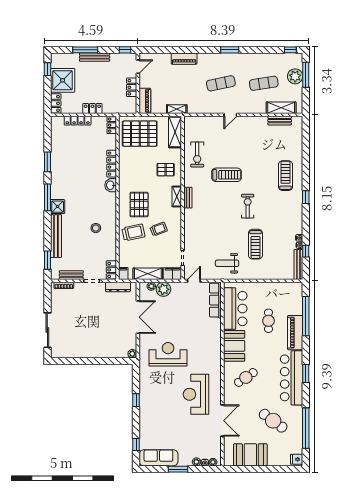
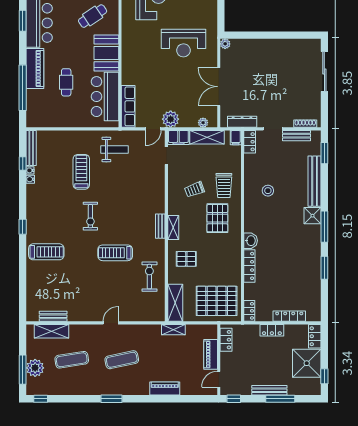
locker: (132, 87) -> (226, 340), moved
piano: (145, 101) -> (211, 354), moved
treadmill: (285, 176) -> (46, 252), turned -90
trolley: (133, 232) -> (224, 186), turned -78
plant: (163, 289) -> (171, 119), moved

